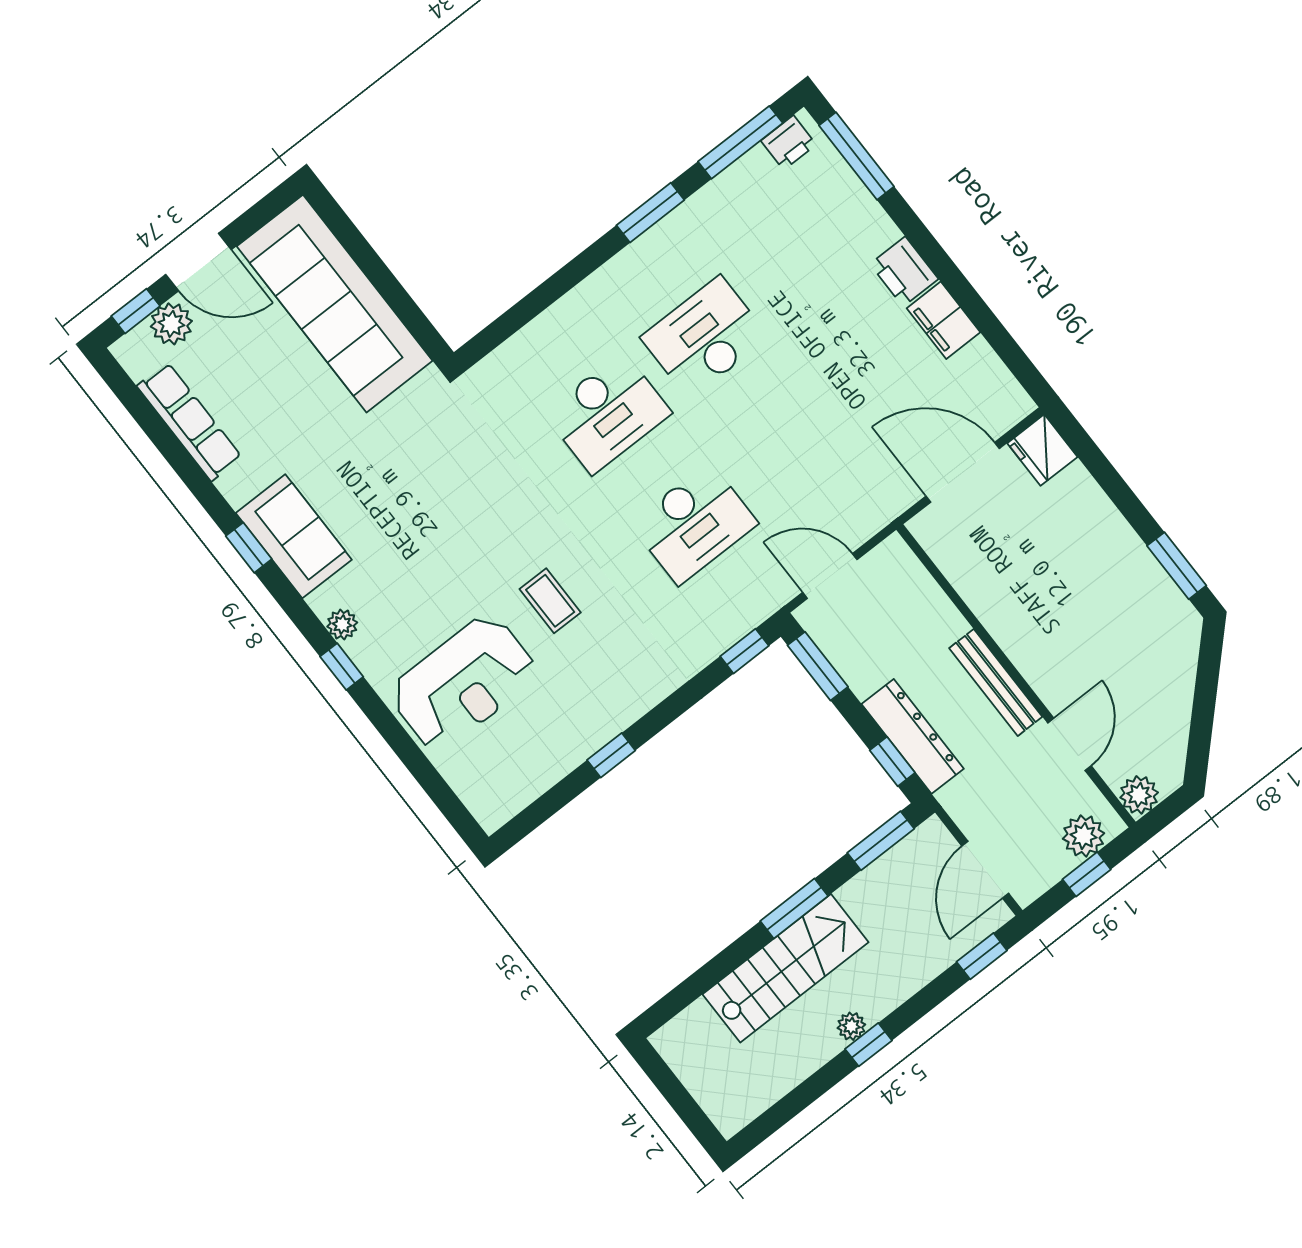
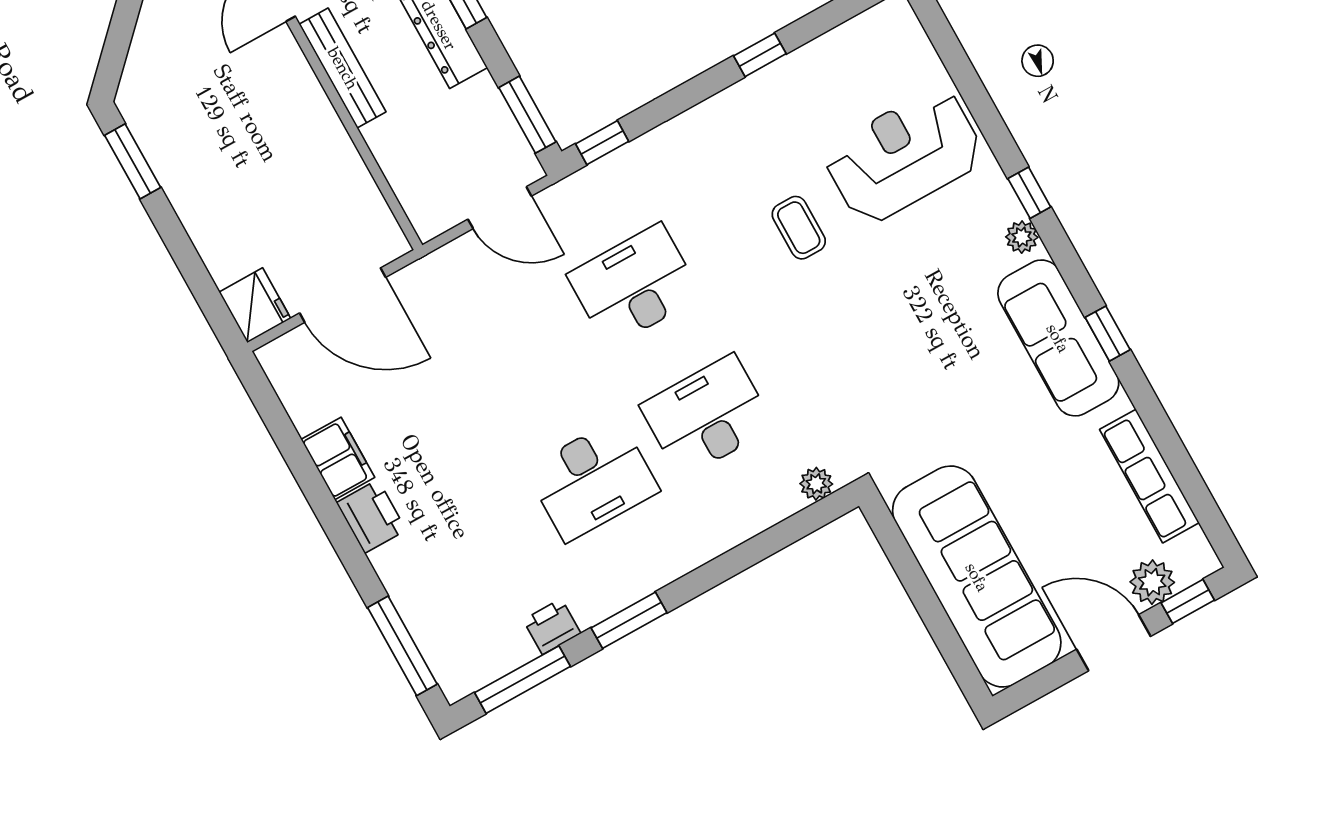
printer: (789, 143) -> (552, 627), moved
plant: (497, 366) -> (816, 484), added
sofa: (294, 536) -> (1058, 338), width x1.36

